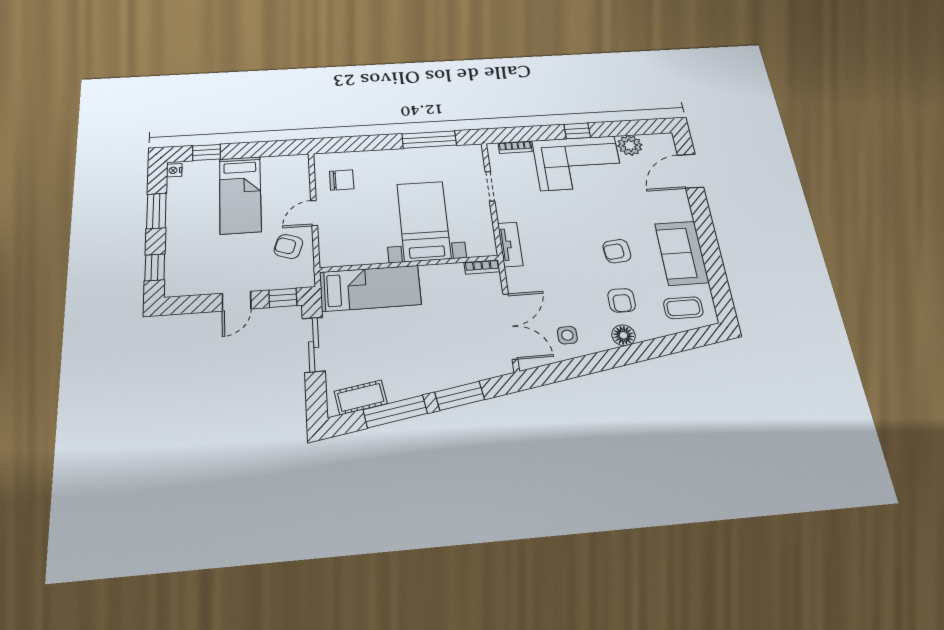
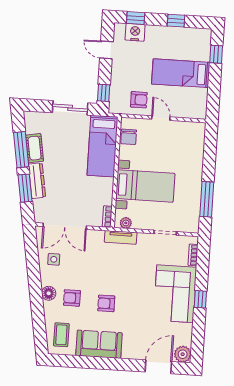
plant: (630, 145) -> (183, 354), moved
nightstand: (174, 170) -> (135, 32), moved, width x1.89, depth x1.79
door: (690, 171) -> (158, 367), hinge flipped
chair: (342, 180) -> (129, 137), moved
window: (156, 211) -> (176, 21), width x0.67
plant: (486, 240) -> (126, 223), added
armchair: (288, 246) -> (139, 100), turned 71
armchair: (617, 251) -> (106, 303), turned -84
door: (237, 301) -> (106, 50), moved
dresser: (444, 379) -> (37, 181), added
cot: (361, 397) -> (35, 148), moved

